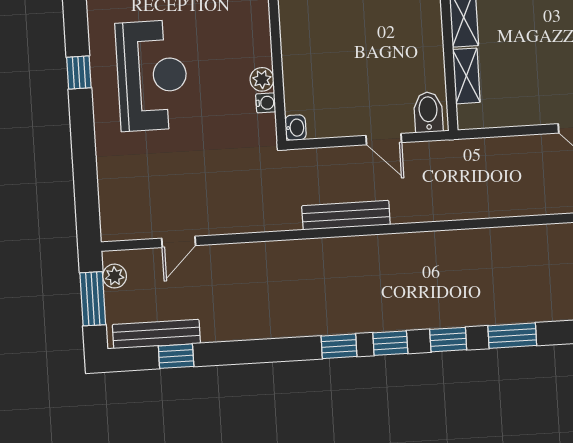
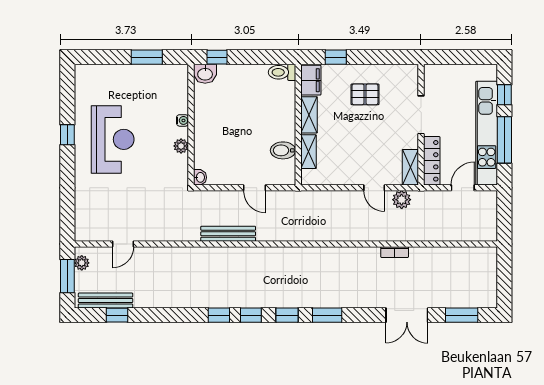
water cooler: (266, 103) -> (182, 120), moved
bidet: (428, 112) -> (283, 150), moved, turned -90

